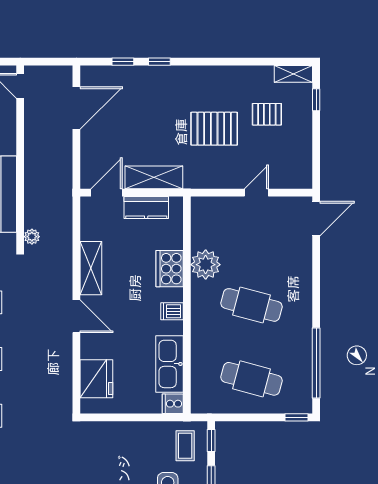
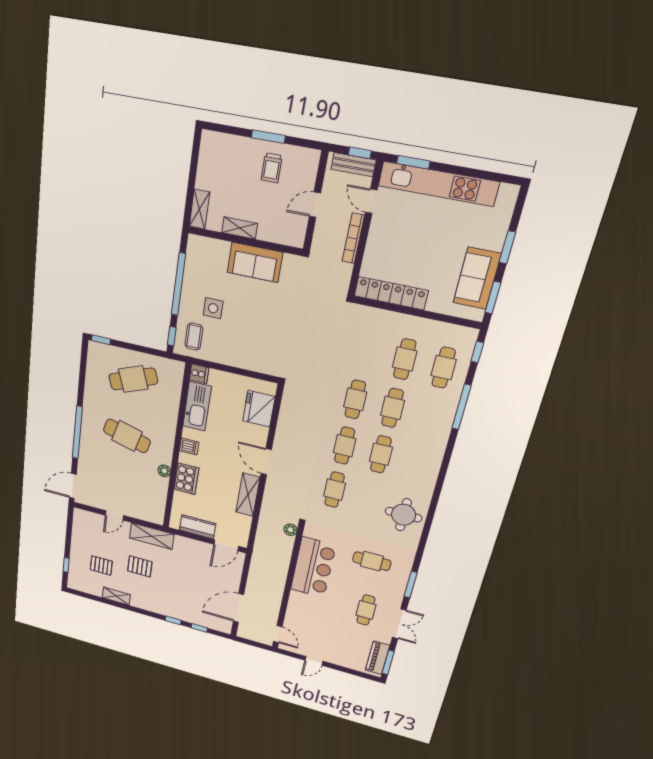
shelving: (293, 74) -> (116, 596), moved
pallet: (214, 129) -> (140, 566), width x0.67, depth x0.71
shelving: (154, 177) -> (152, 536), moved
plant: (206, 265) -> (164, 471), width x0.53, depth x0.53
window: (316, 363) -> (77, 432), moved
cafe table: (251, 379) -> (133, 379), turned -36

